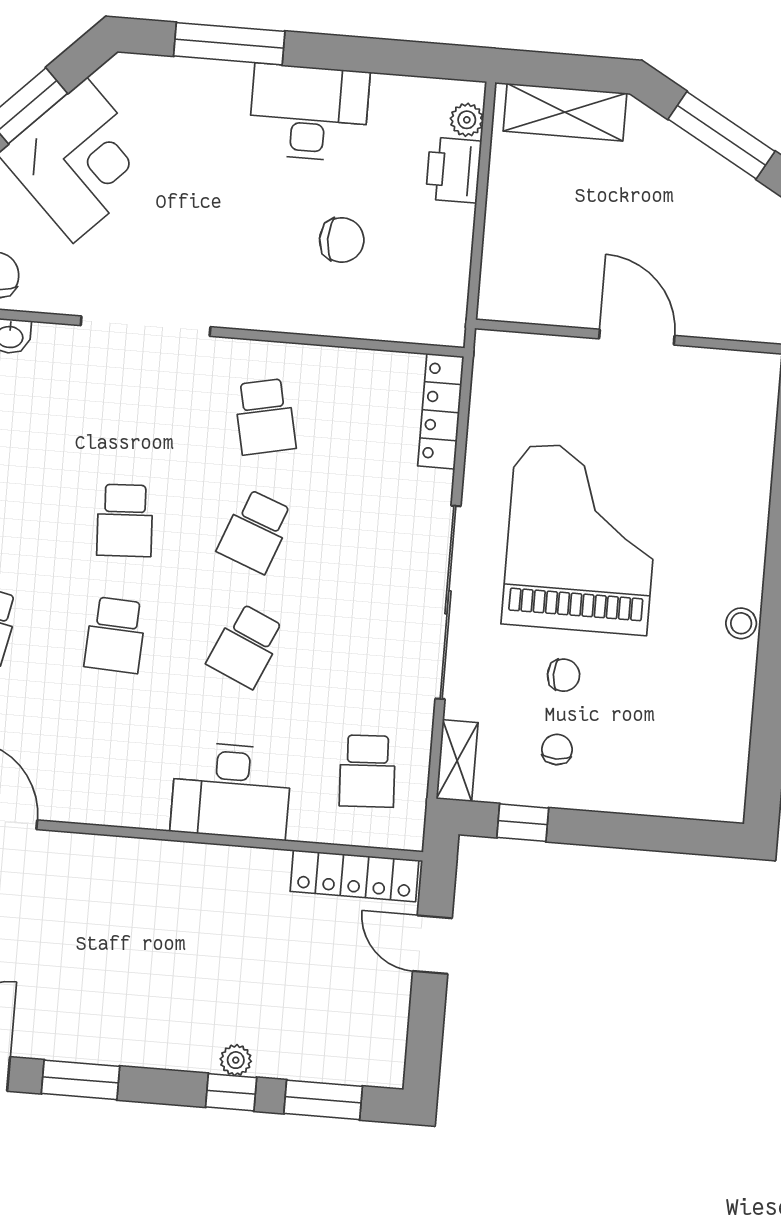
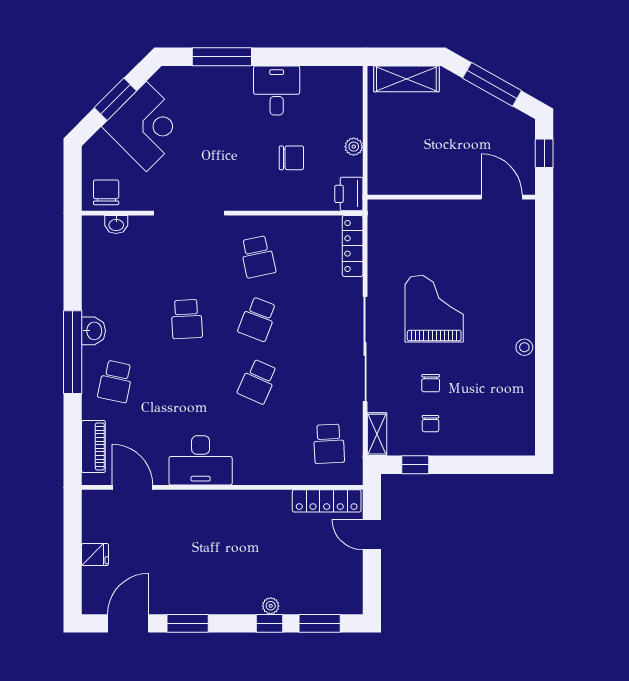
desk: (309, 113) -> (277, 90), width x0.73
plant: (467, 120) -> (354, 147), moved
printer: (454, 170) -> (349, 194), moved
door: (637, 337) -> (502, 197), moved
grand piano: (581, 539) -> (434, 309), width x0.73, depth x0.68
school desk: (115, 635) -> (187, 381), removed
chair: (564, 675) -> (431, 383), turned 90
chair: (557, 749) -> (430, 424), turned 180
desk: (231, 791) -> (201, 460), moved

